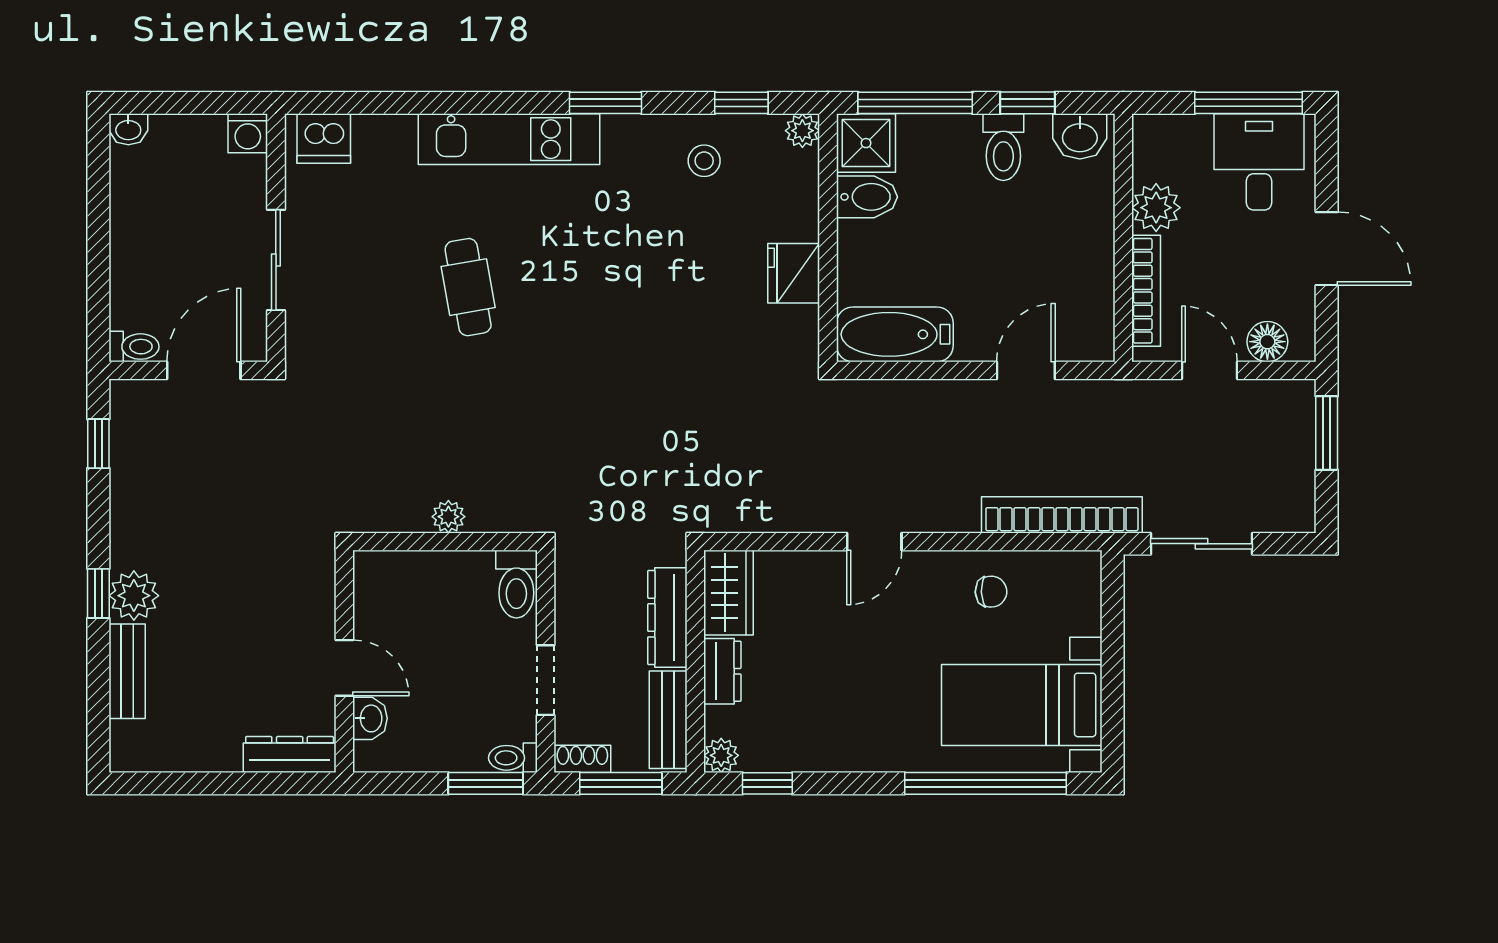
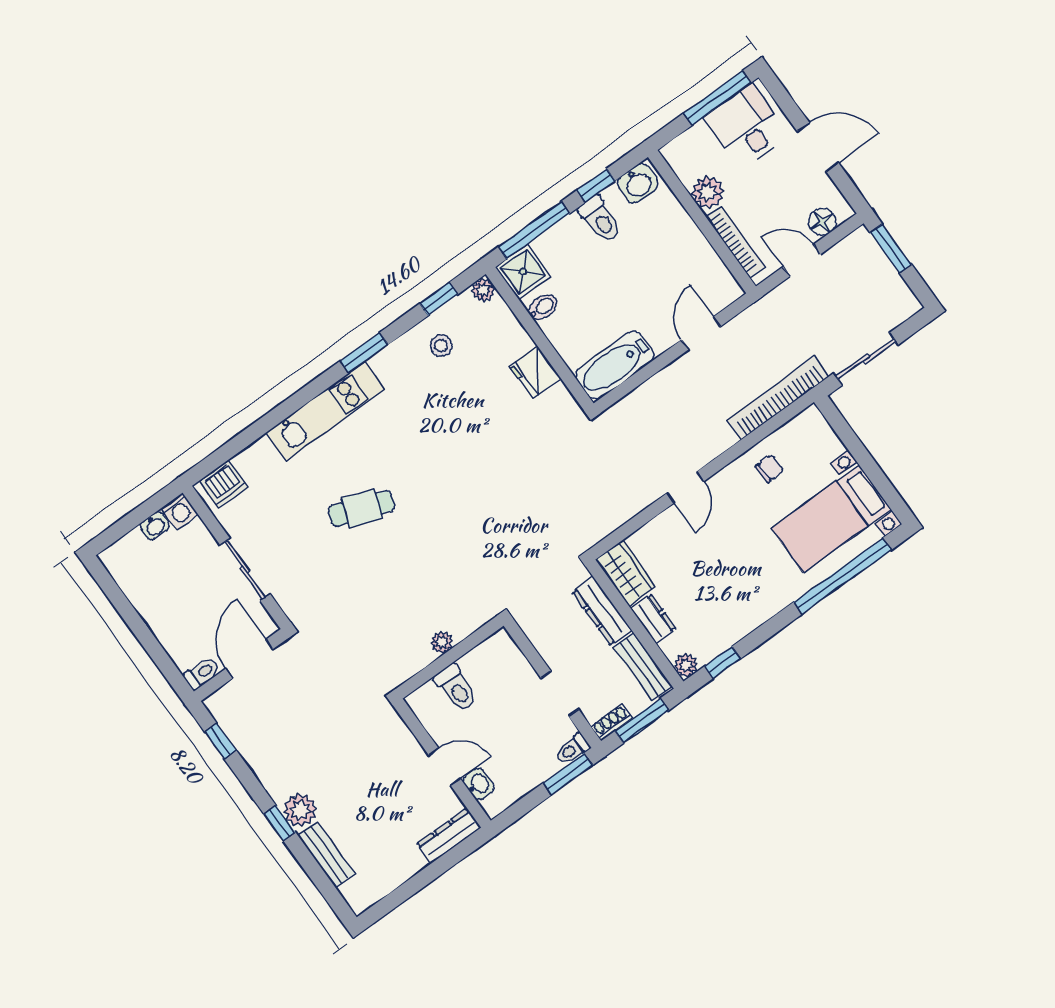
washbasin: (128, 129) -> (155, 526), moved
bidet: (867, 197) -> (543, 307), width x0.72, depth x0.74
cafe table: (468, 287) -> (361, 508), turned -60
toilet: (516, 584) -> (456, 688), moved

